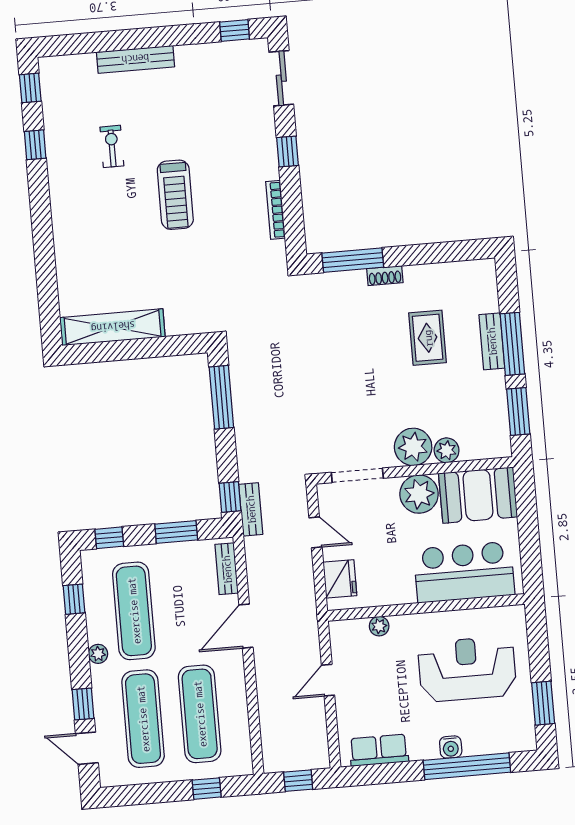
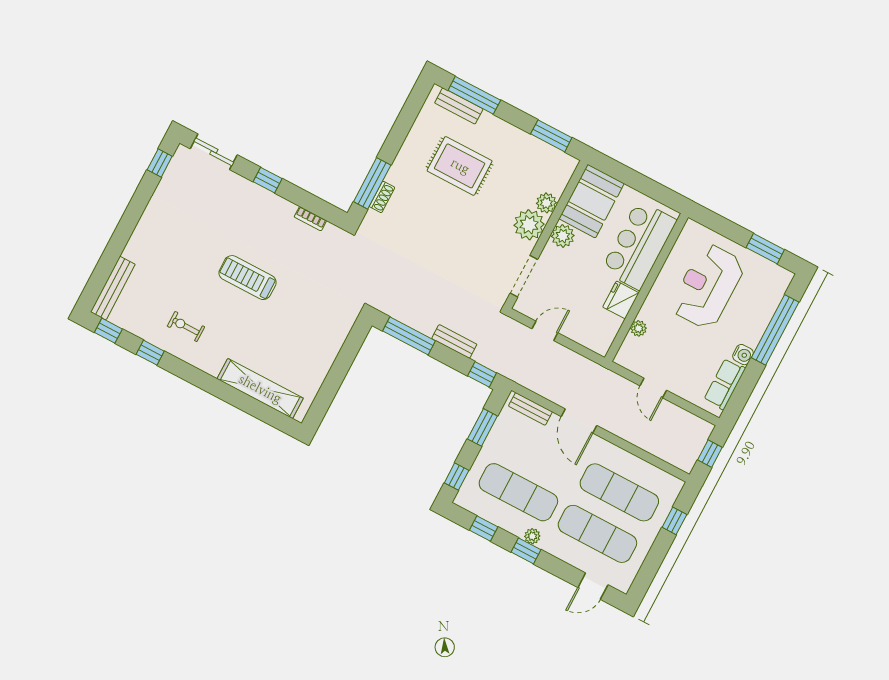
bench: (135, 59) -> (113, 288), moved
exercise bike: (112, 146) -> (186, 326), moved
treadmill: (175, 195) -> (248, 278), turned 180
bookcase: (275, 210) -> (310, 219), width x0.64
shoe rack: (385, 276) -> (382, 197), moved
shelving: (113, 327) -> (260, 389), moved, turned 90
rug: (428, 338) -> (460, 166), width x1.36, depth x1.43
bench: (492, 341) -> (459, 106), moved
window: (512, 344) -> (474, 95), moved
plant: (419, 494) -> (563, 236), width x0.73, depth x0.73
bench: (251, 509) -> (454, 341), moved
fridge: (340, 579) -> (621, 300), moved, turned -90
window: (83, 704) -> (526, 551), moved
water cooler: (451, 747) -> (743, 355), moved

